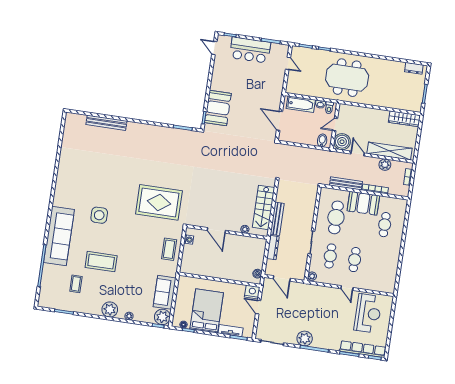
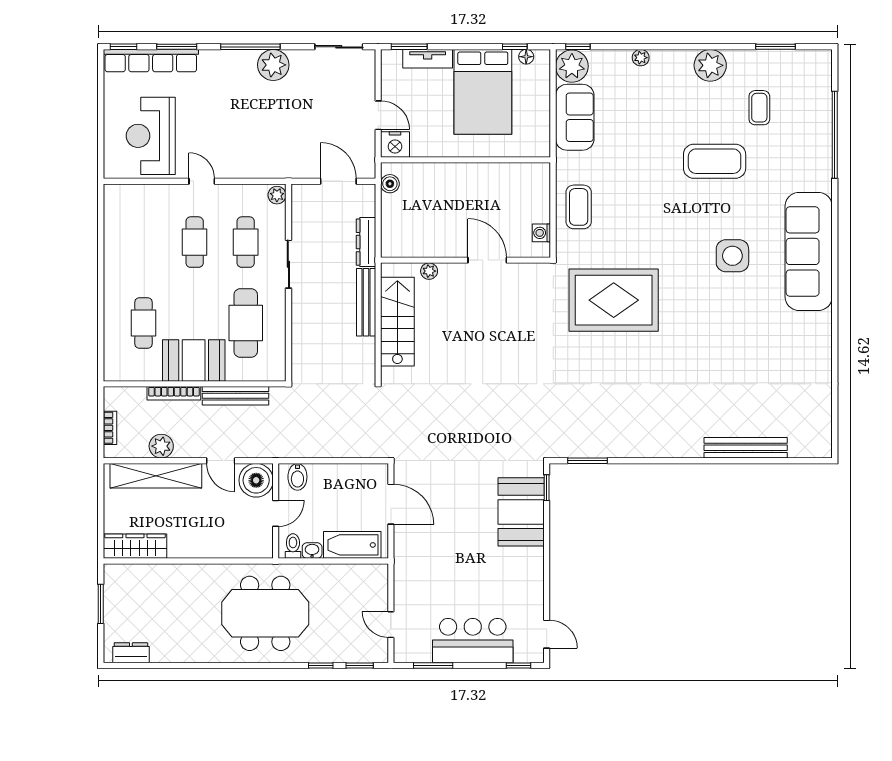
sofa: (59, 236) -> (809, 251), moved
plant: (110, 310) -> (710, 65), moved

